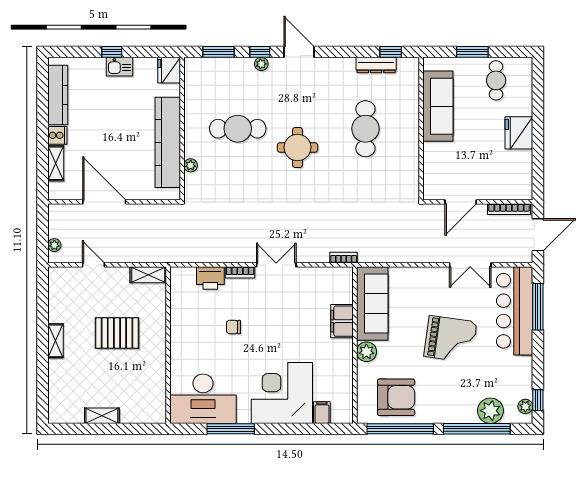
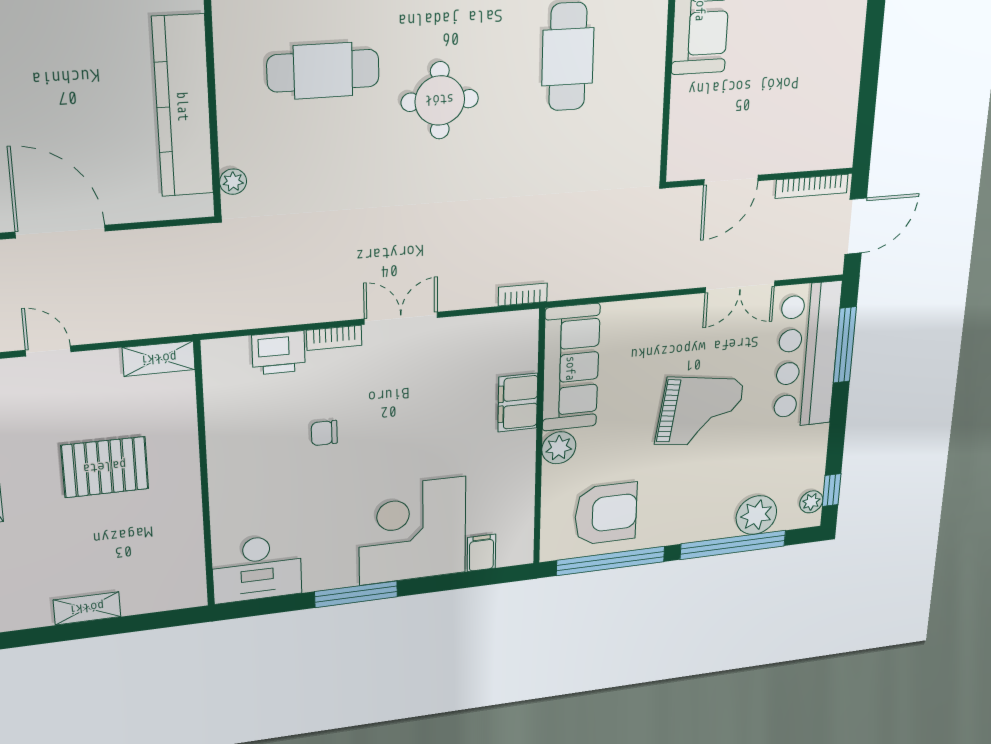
fridge: (519, 133) -> (840, 49), removed
plant: (191, 165) -> (233, 182), moved
desk: (203, 399) -> (257, 569), width x0.73, depth x0.77
window: (231, 429) -> (356, 594), moved

